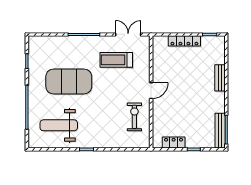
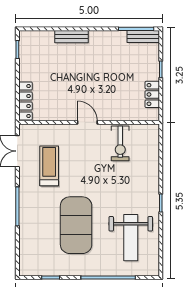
locker: (184, 41) -> (25, 101), moved
treadmill: (116, 60) -> (49, 166), turned 180
exercise bike: (134, 117) -> (120, 143), turned -90
bench: (220, 131) -> (143, 36), width x0.73

